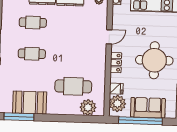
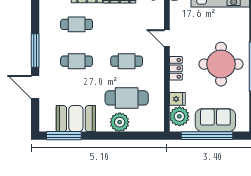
door: (109, 37) -> (167, 38), swing flipped
cafe table: (74, 55) -> (127, 61), added
plant: (88, 107) -> (120, 122), moved

